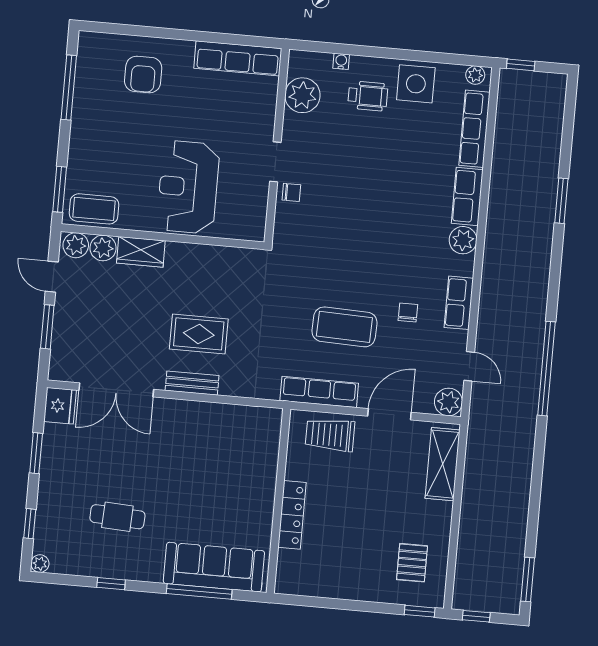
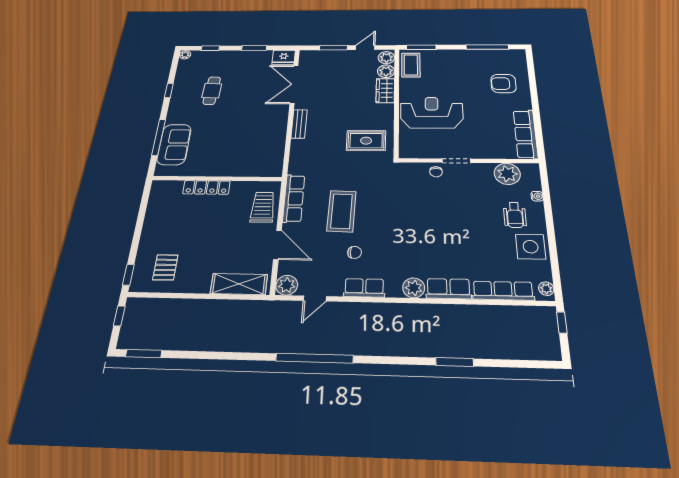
rug: (199, 334) -> (366, 141), moved, turned 90
pallet: (412, 563) -> (165, 267), turned 90
sofa: (214, 567) -> (174, 144), width x0.73

